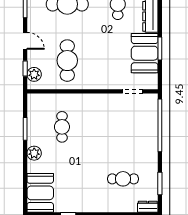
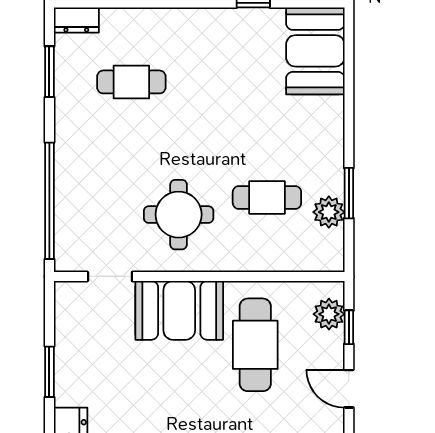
booth: (145, 53) -> (179, 310), moved, turned 90
round table: (102, 119) -> (179, 215), added
cafe table: (62, 127) -> (267, 198), turned 90
plant: (34, 153) -> (329, 212), moved

